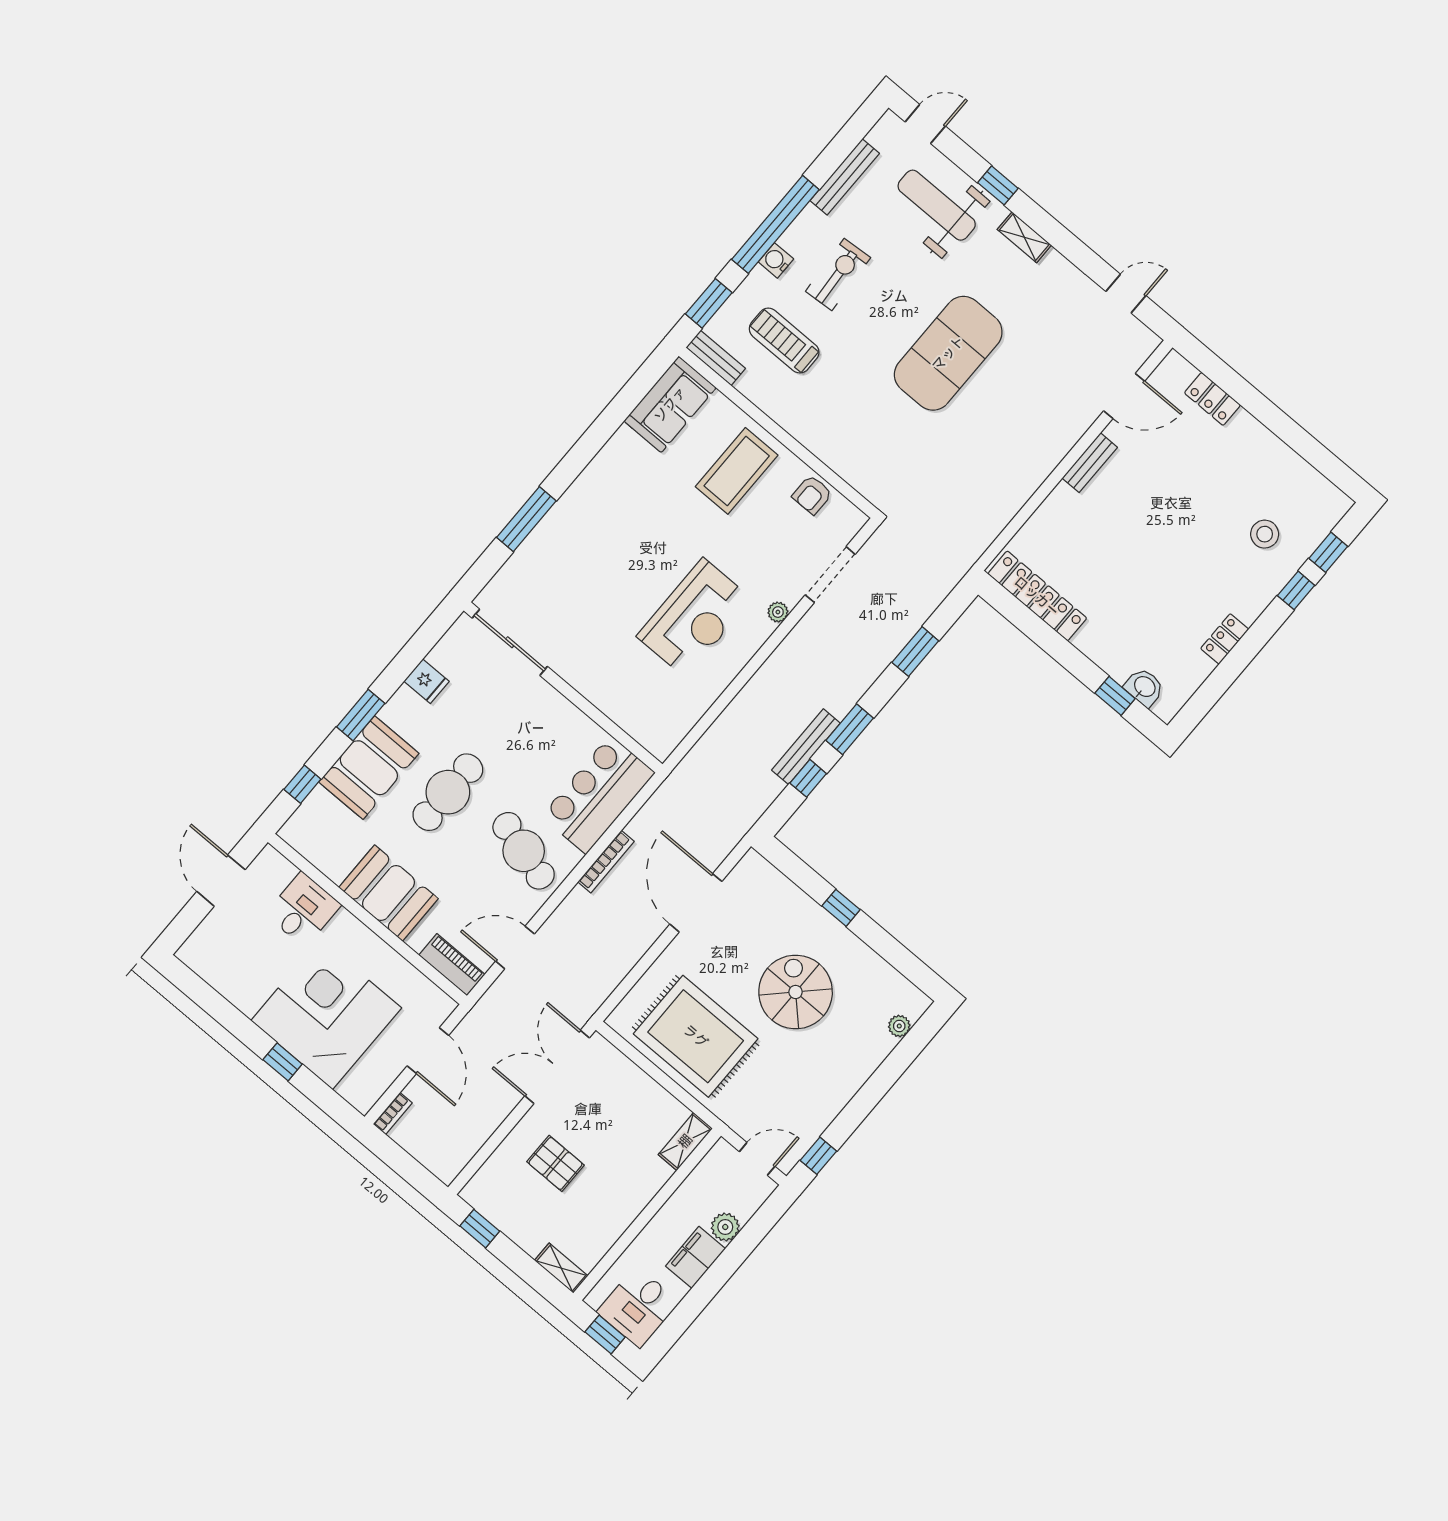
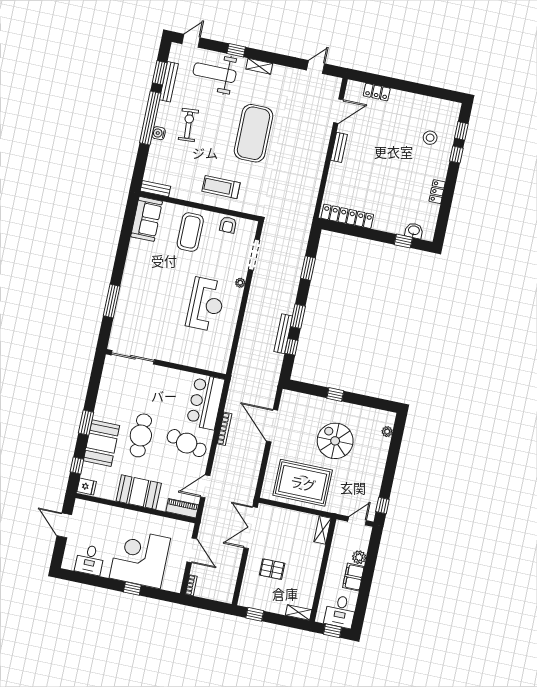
window: (709, 303) -> (160, 73), moved
treadmill: (784, 341) -> (221, 187), moved
fridge: (427, 681) -> (87, 487), moved
desk: (303, 910) -> (90, 560), moved, turned 180

